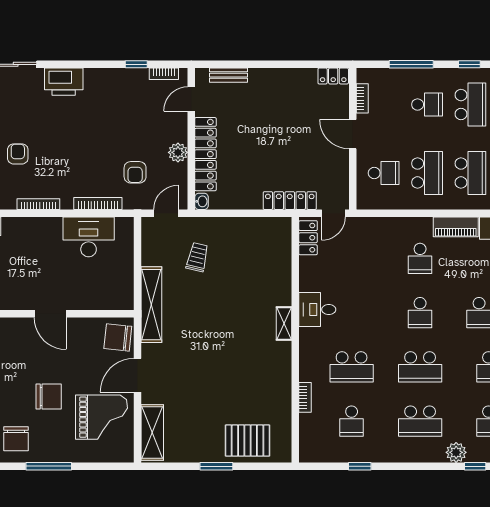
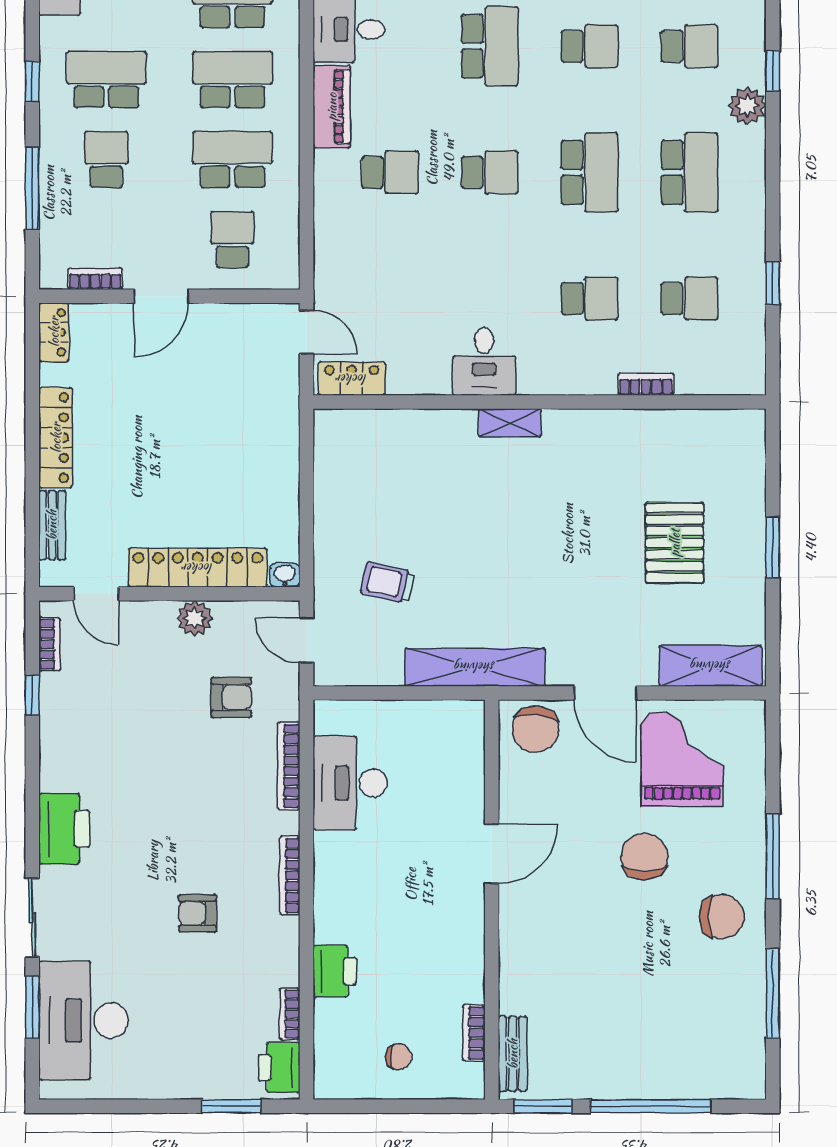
locker: (290, 201) -> (56, 438), moved, turned 180
school desk: (352, 367) -> (590, 299), width x0.54
pallet: (248, 441) -> (675, 543), moved

